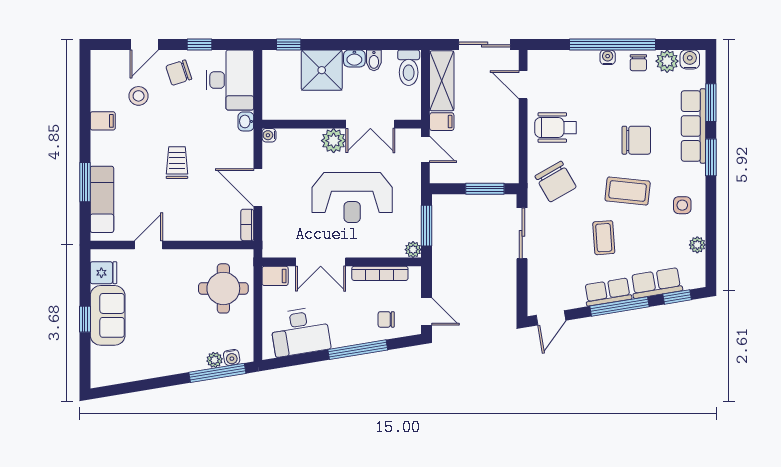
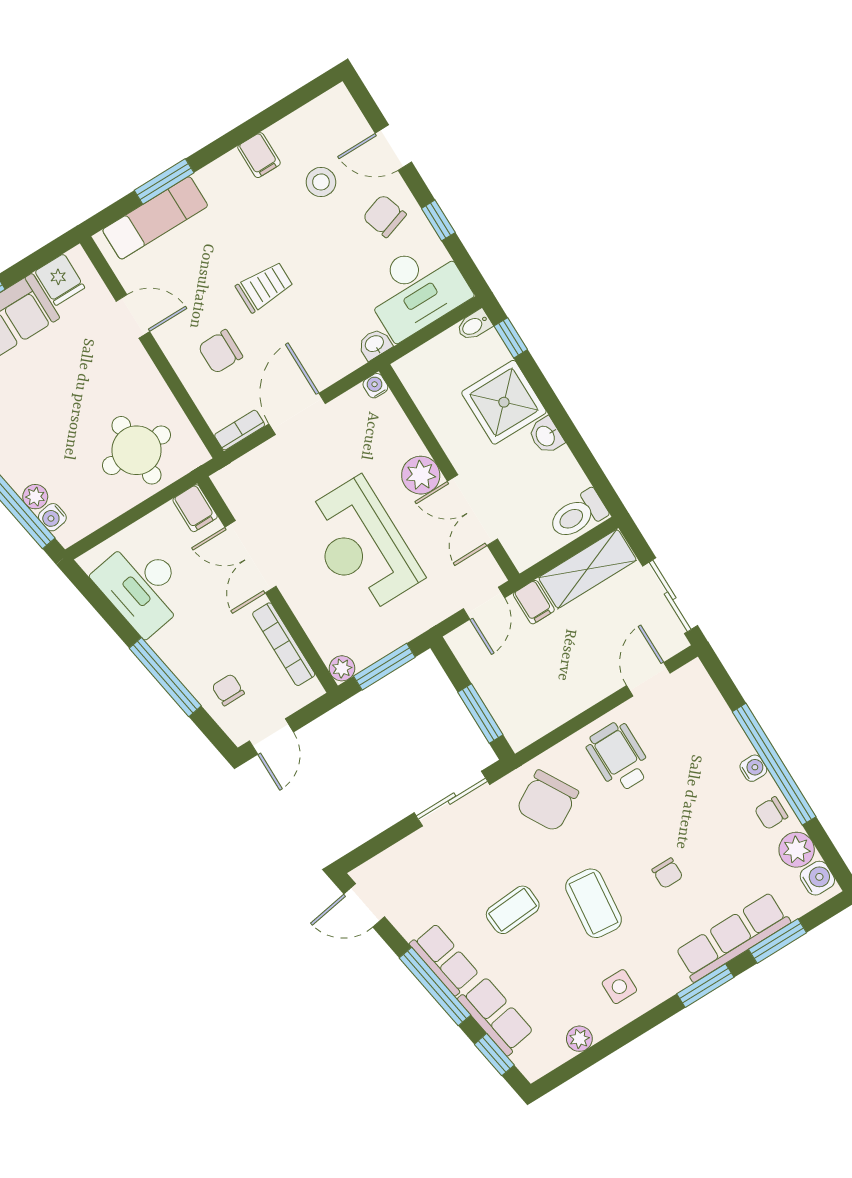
bidet: (374, 60) -> (474, 325), moved
chair: (636, 140) -> (667, 873), width x0.54, depth x0.54
chair: (198, 209) -> (220, 352), added

